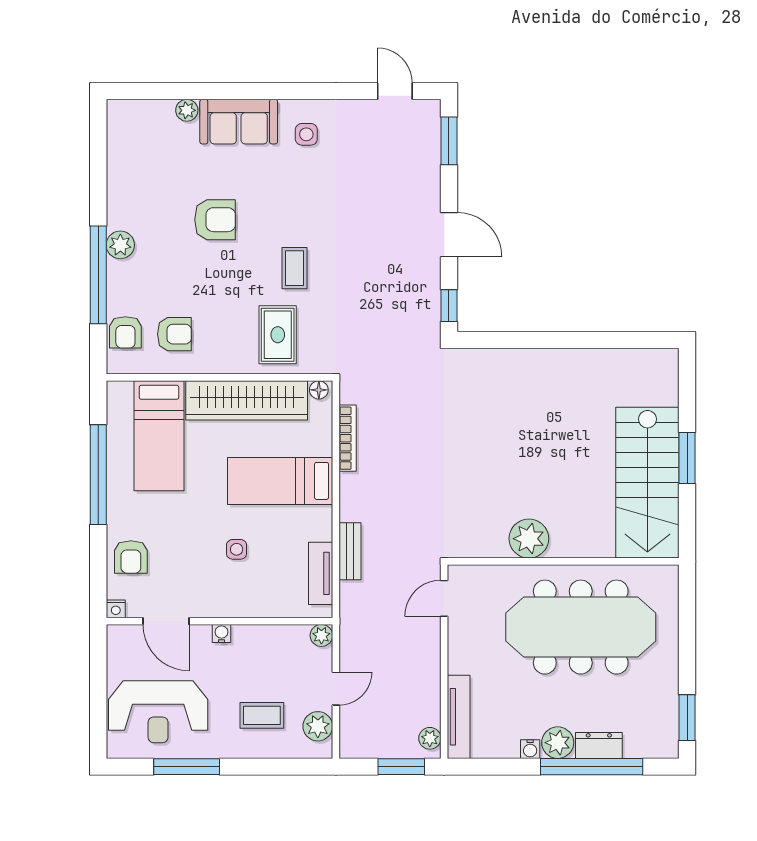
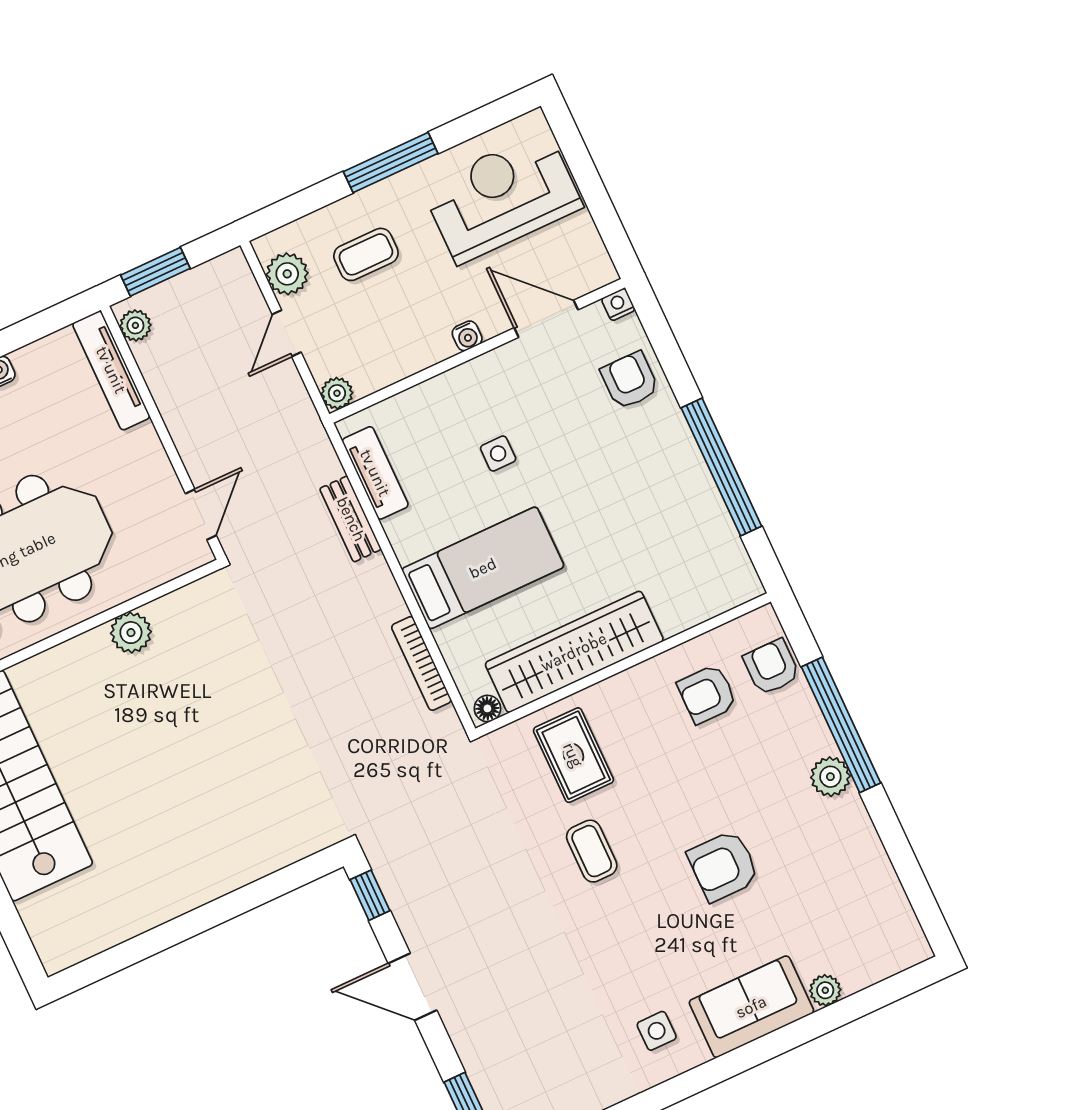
bed: (159, 436) -> (666, 554), removed
plant: (529, 539) -> (131, 633), width x0.73, depth x0.73
window: (187, 767) -> (391, 163), moved

